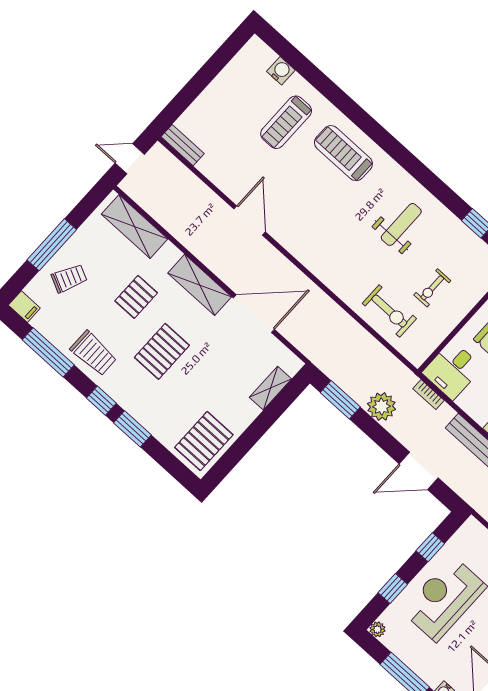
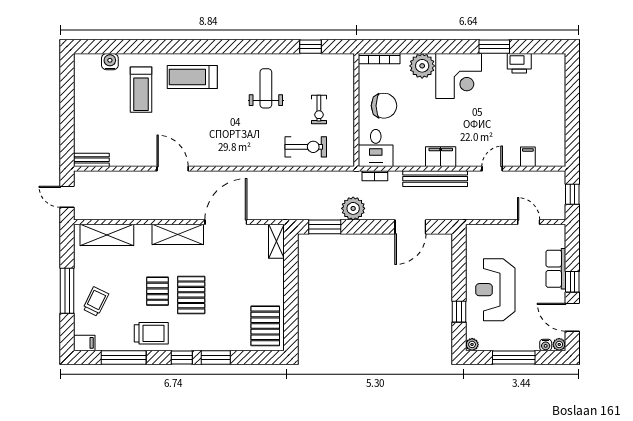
door: (130, 159) -> (67, 197), hinge flipped
pallet: (136, 297) -> (157, 291), moved
shelving: (270, 388) -> (276, 241), moved
window: (430, 547) -> (459, 266), removed

